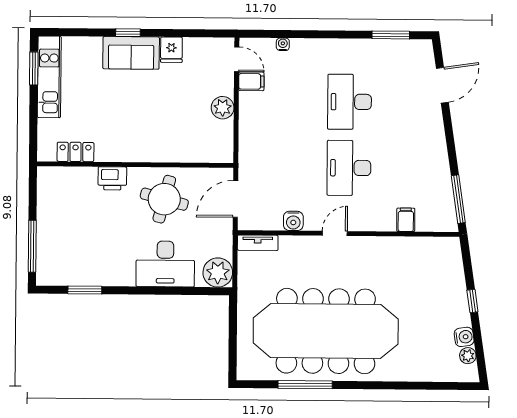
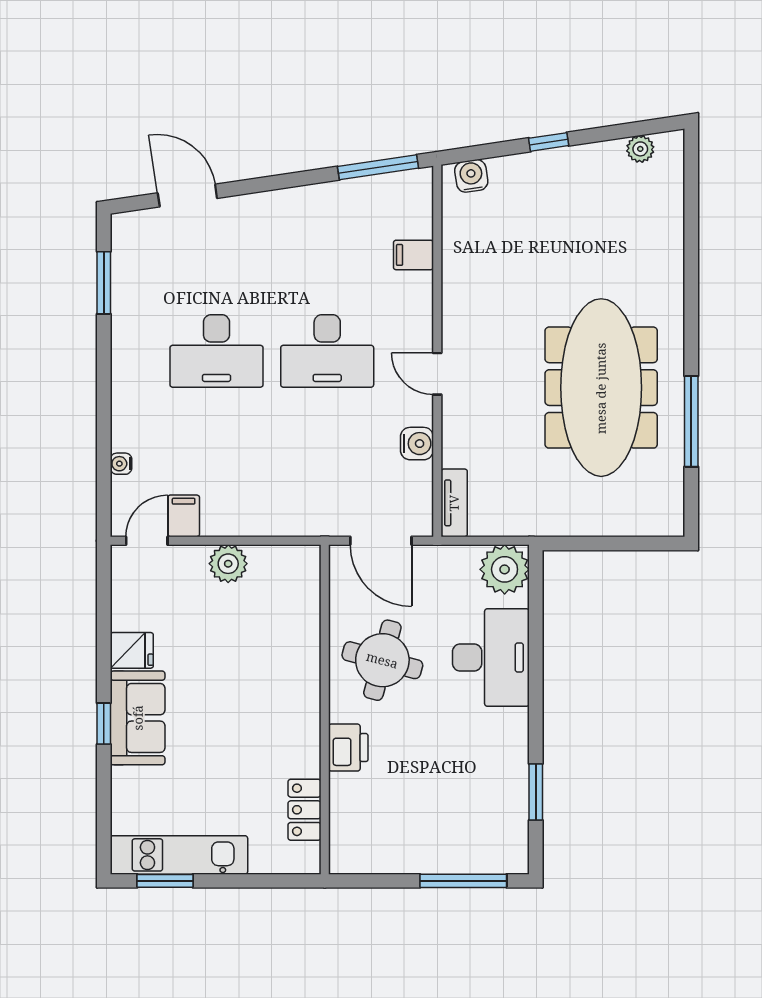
meeting table: (326, 331) -> (601, 388), width x0.73, depth x0.79
water cooler: (464, 337) -> (471, 176), moved

